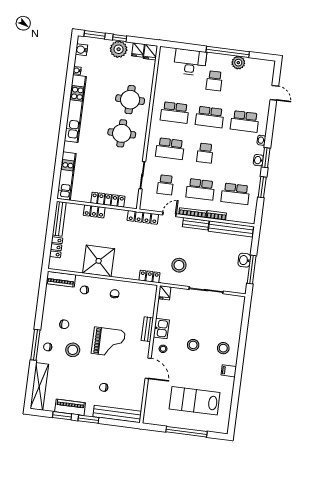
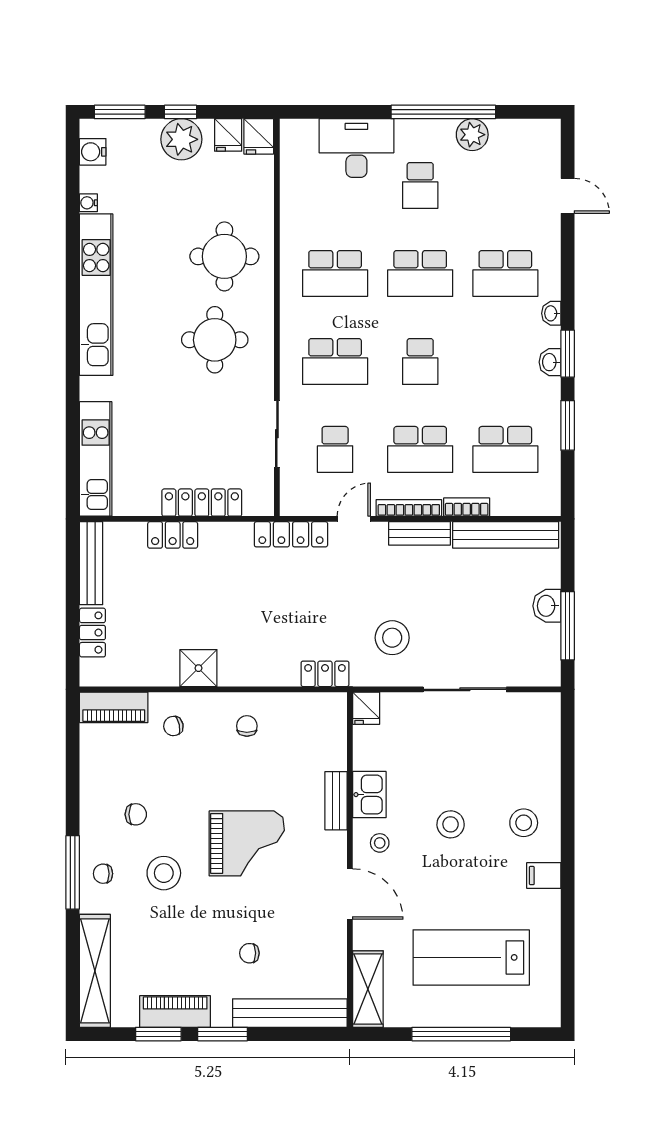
shower: (99, 261) -> (198, 668), width x0.54, depth x0.54
shelving: (150, 408) -> (368, 989), added

